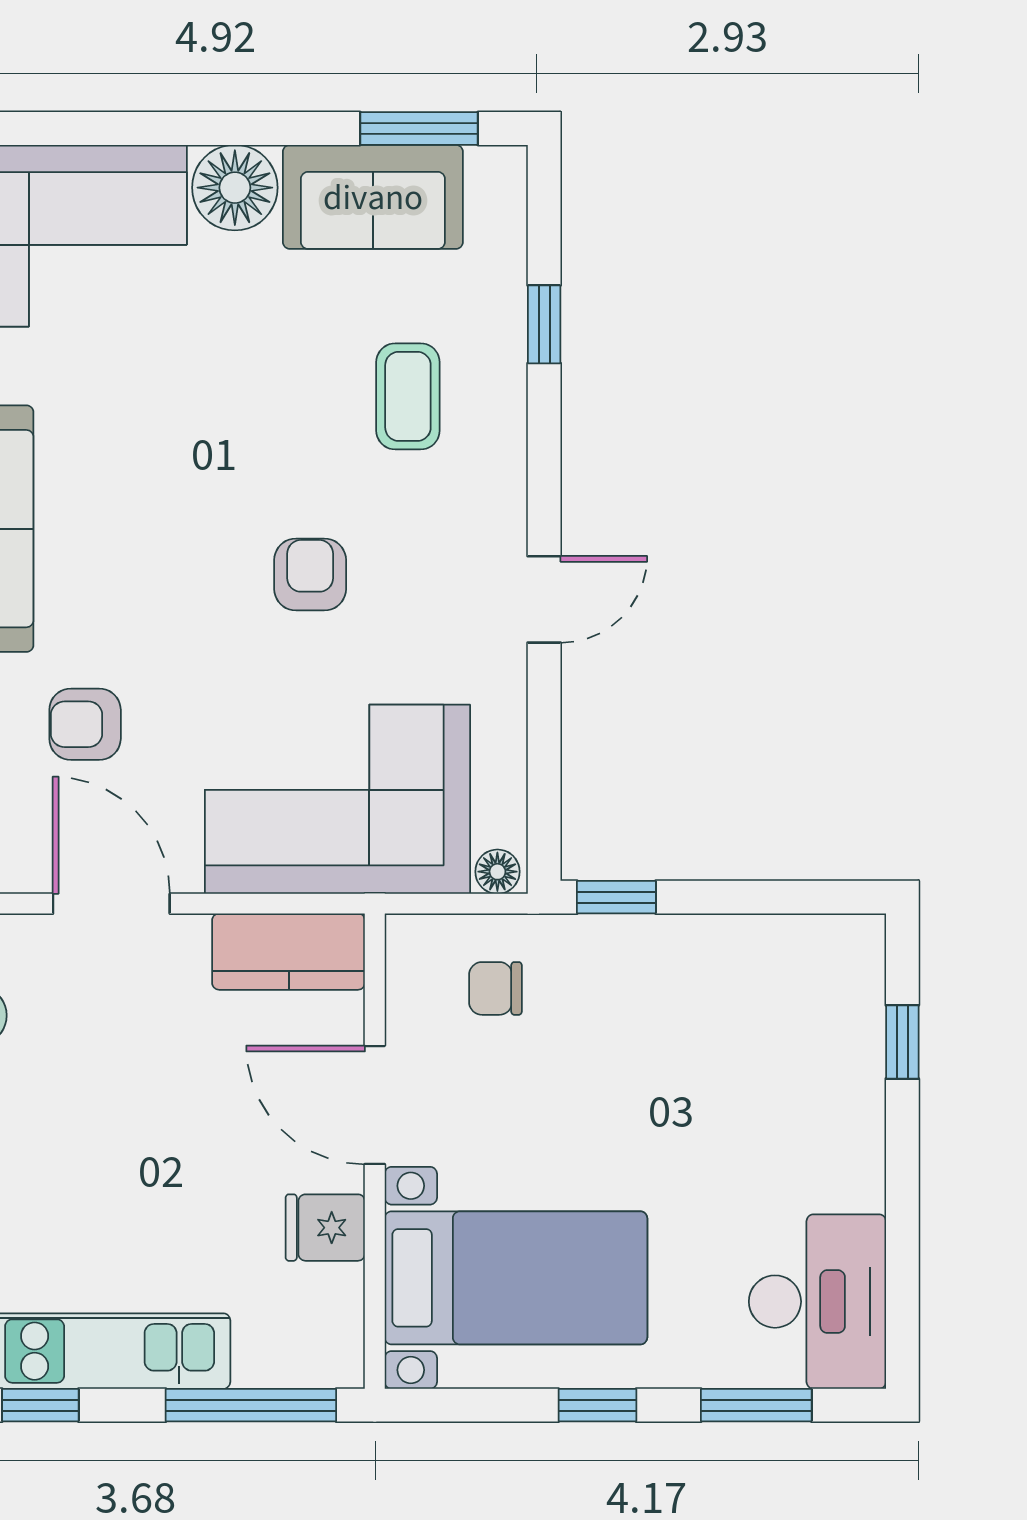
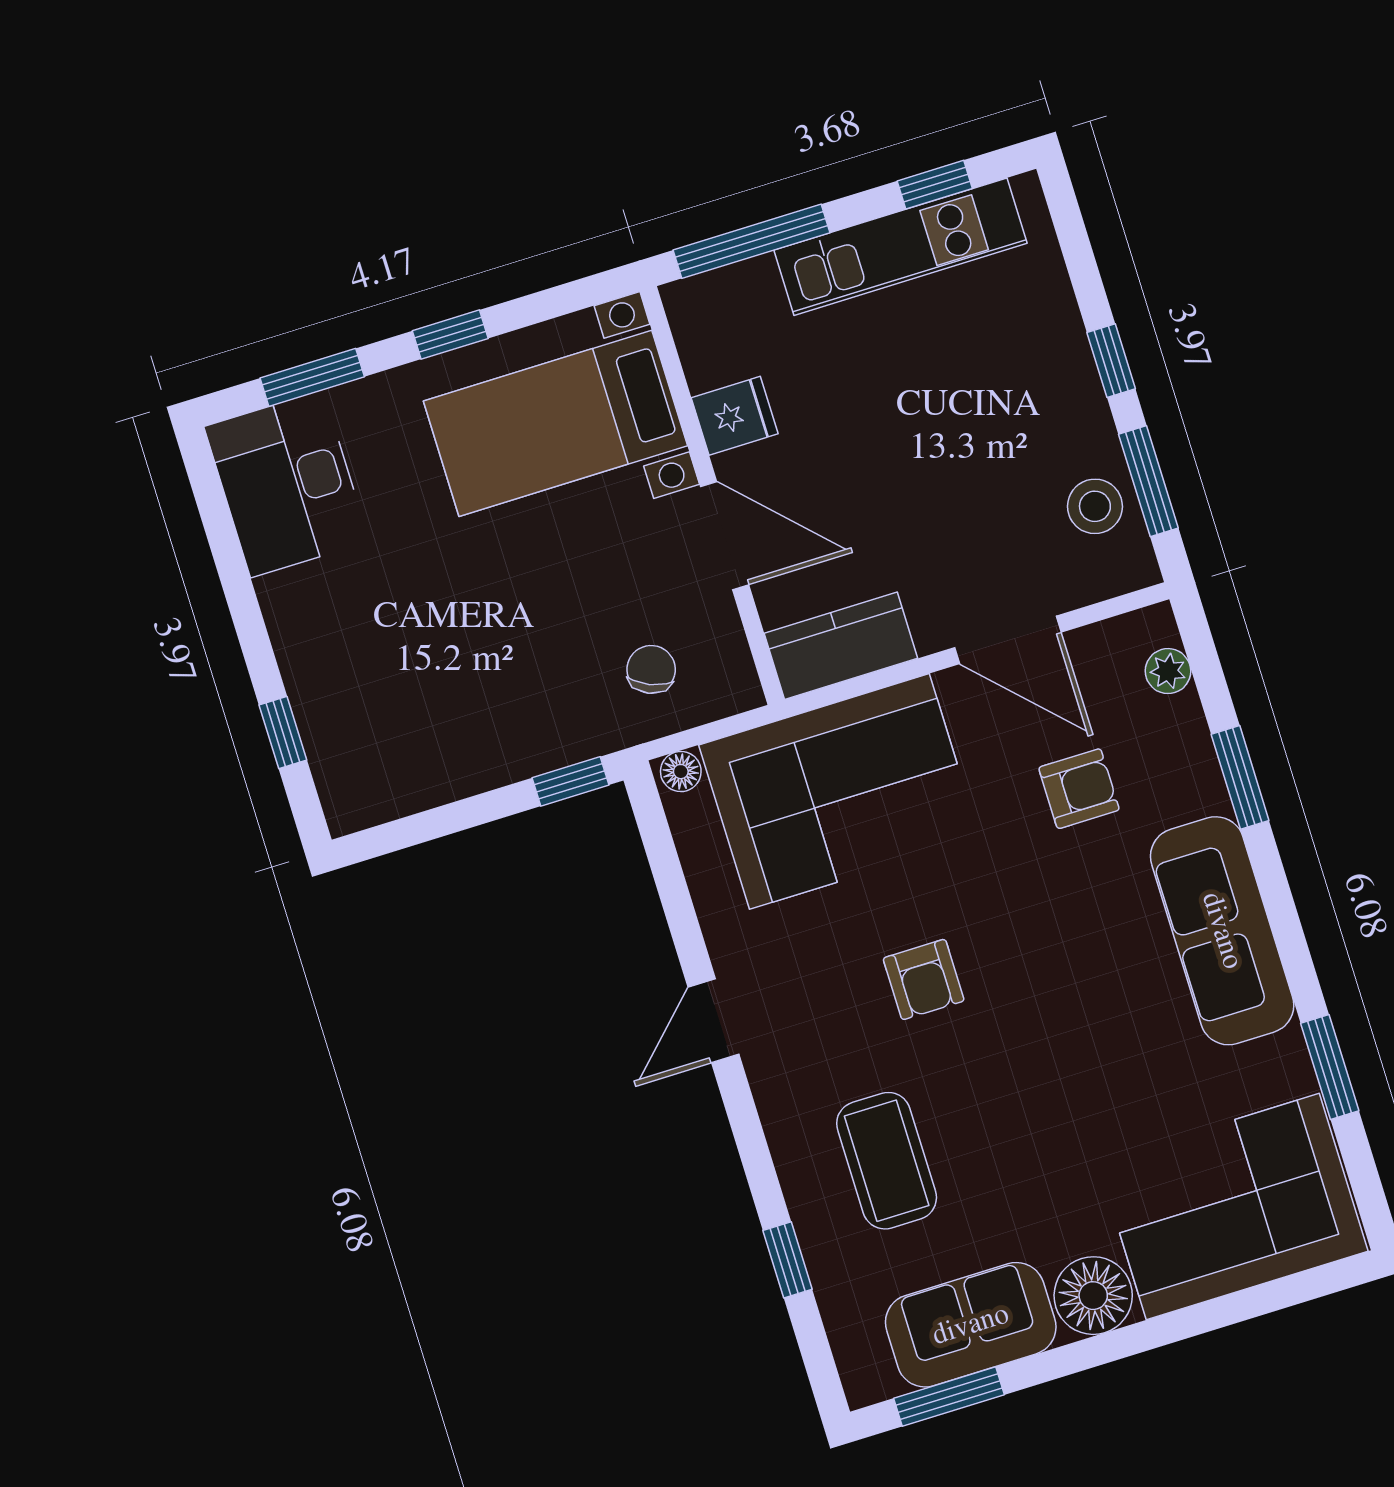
coffee table: (408, 396) -> (887, 1161), width x1.36, depth x1.30
chair: (495, 988) -> (651, 669), turned -67

